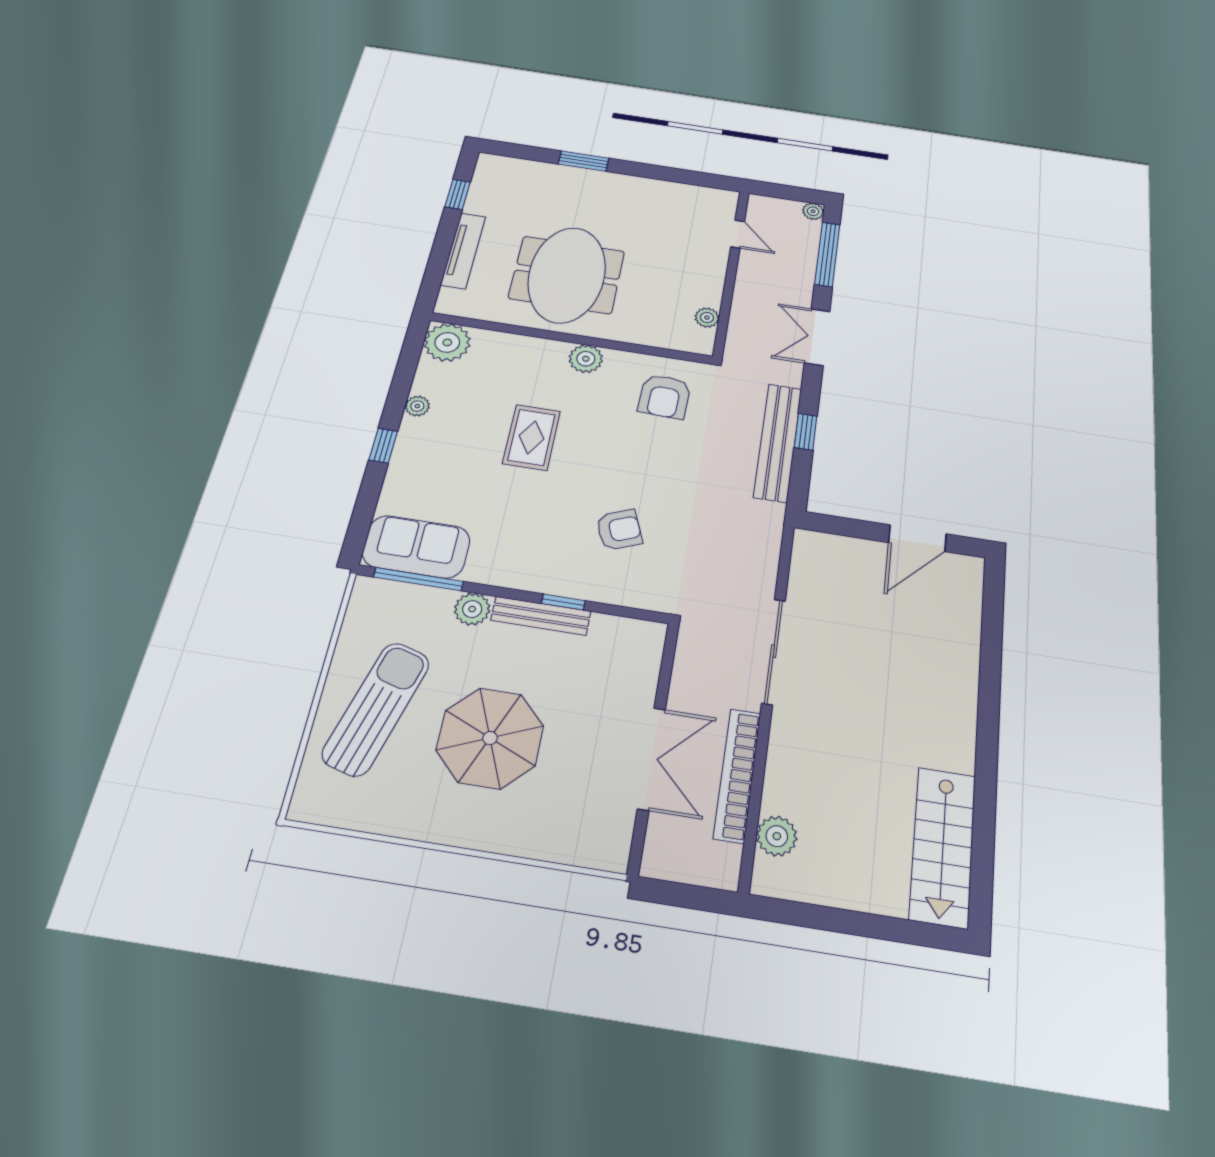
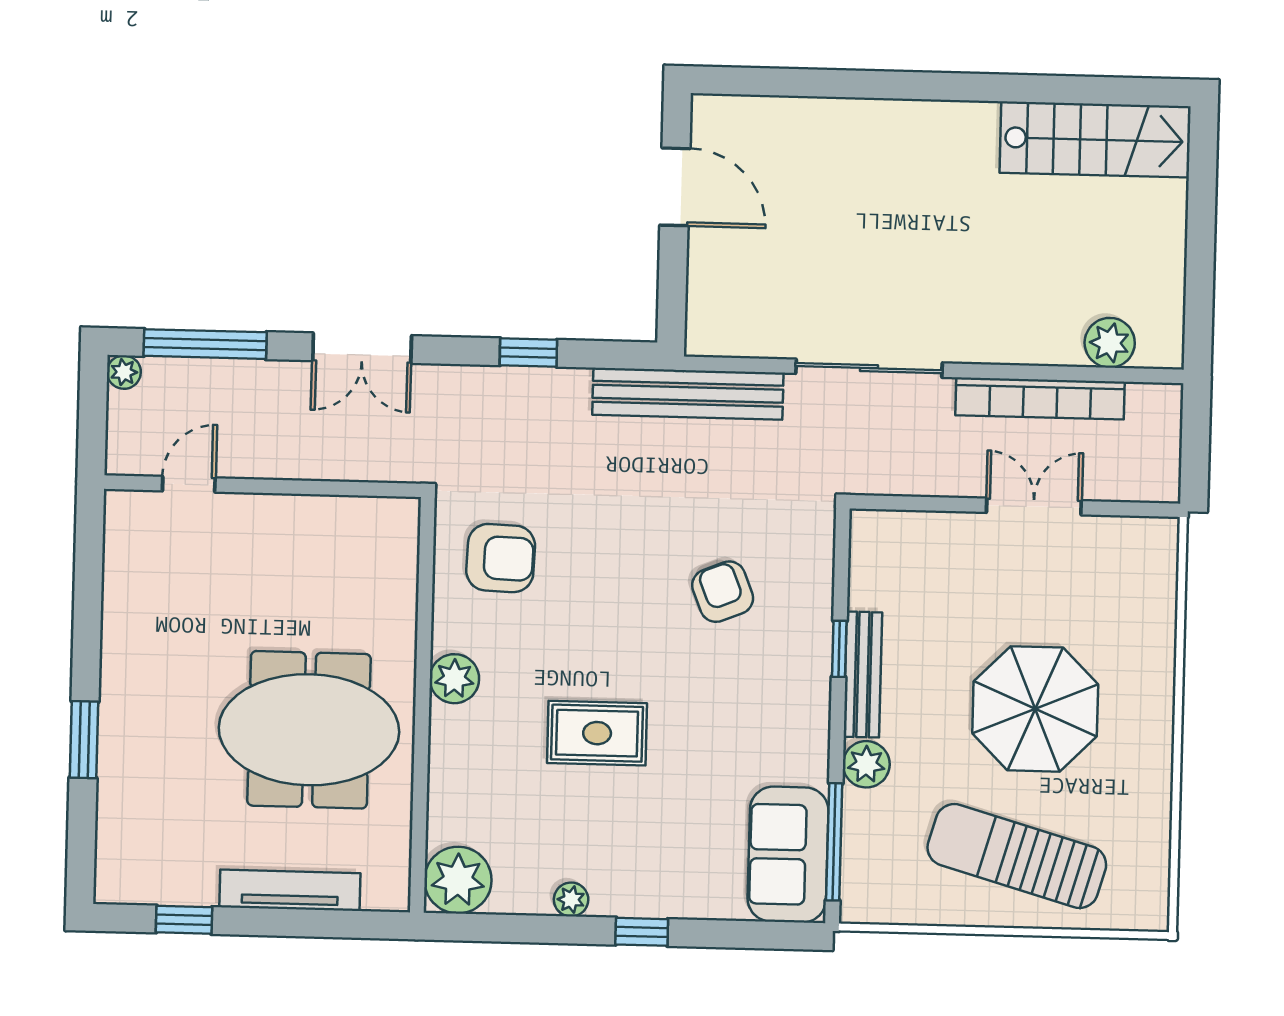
plant: (707, 318) -> (353, 513), removed
bench: (778, 442) -> (688, 394), moved
double door: (652, 759) -> (1034, 506), width x0.73

